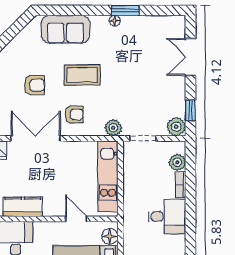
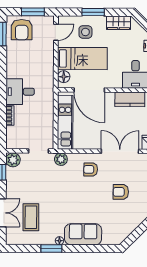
sofa: (65, 29) -> (83, 234), moved
coffee table: (82, 75) -> (31, 217), moved, turned 90
double door: (36, 138) -> (120, 151), swing flipped
plant: (177, 162) -> (12, 133), removed
door: (76, 219) -> (89, 90), width x1.88

